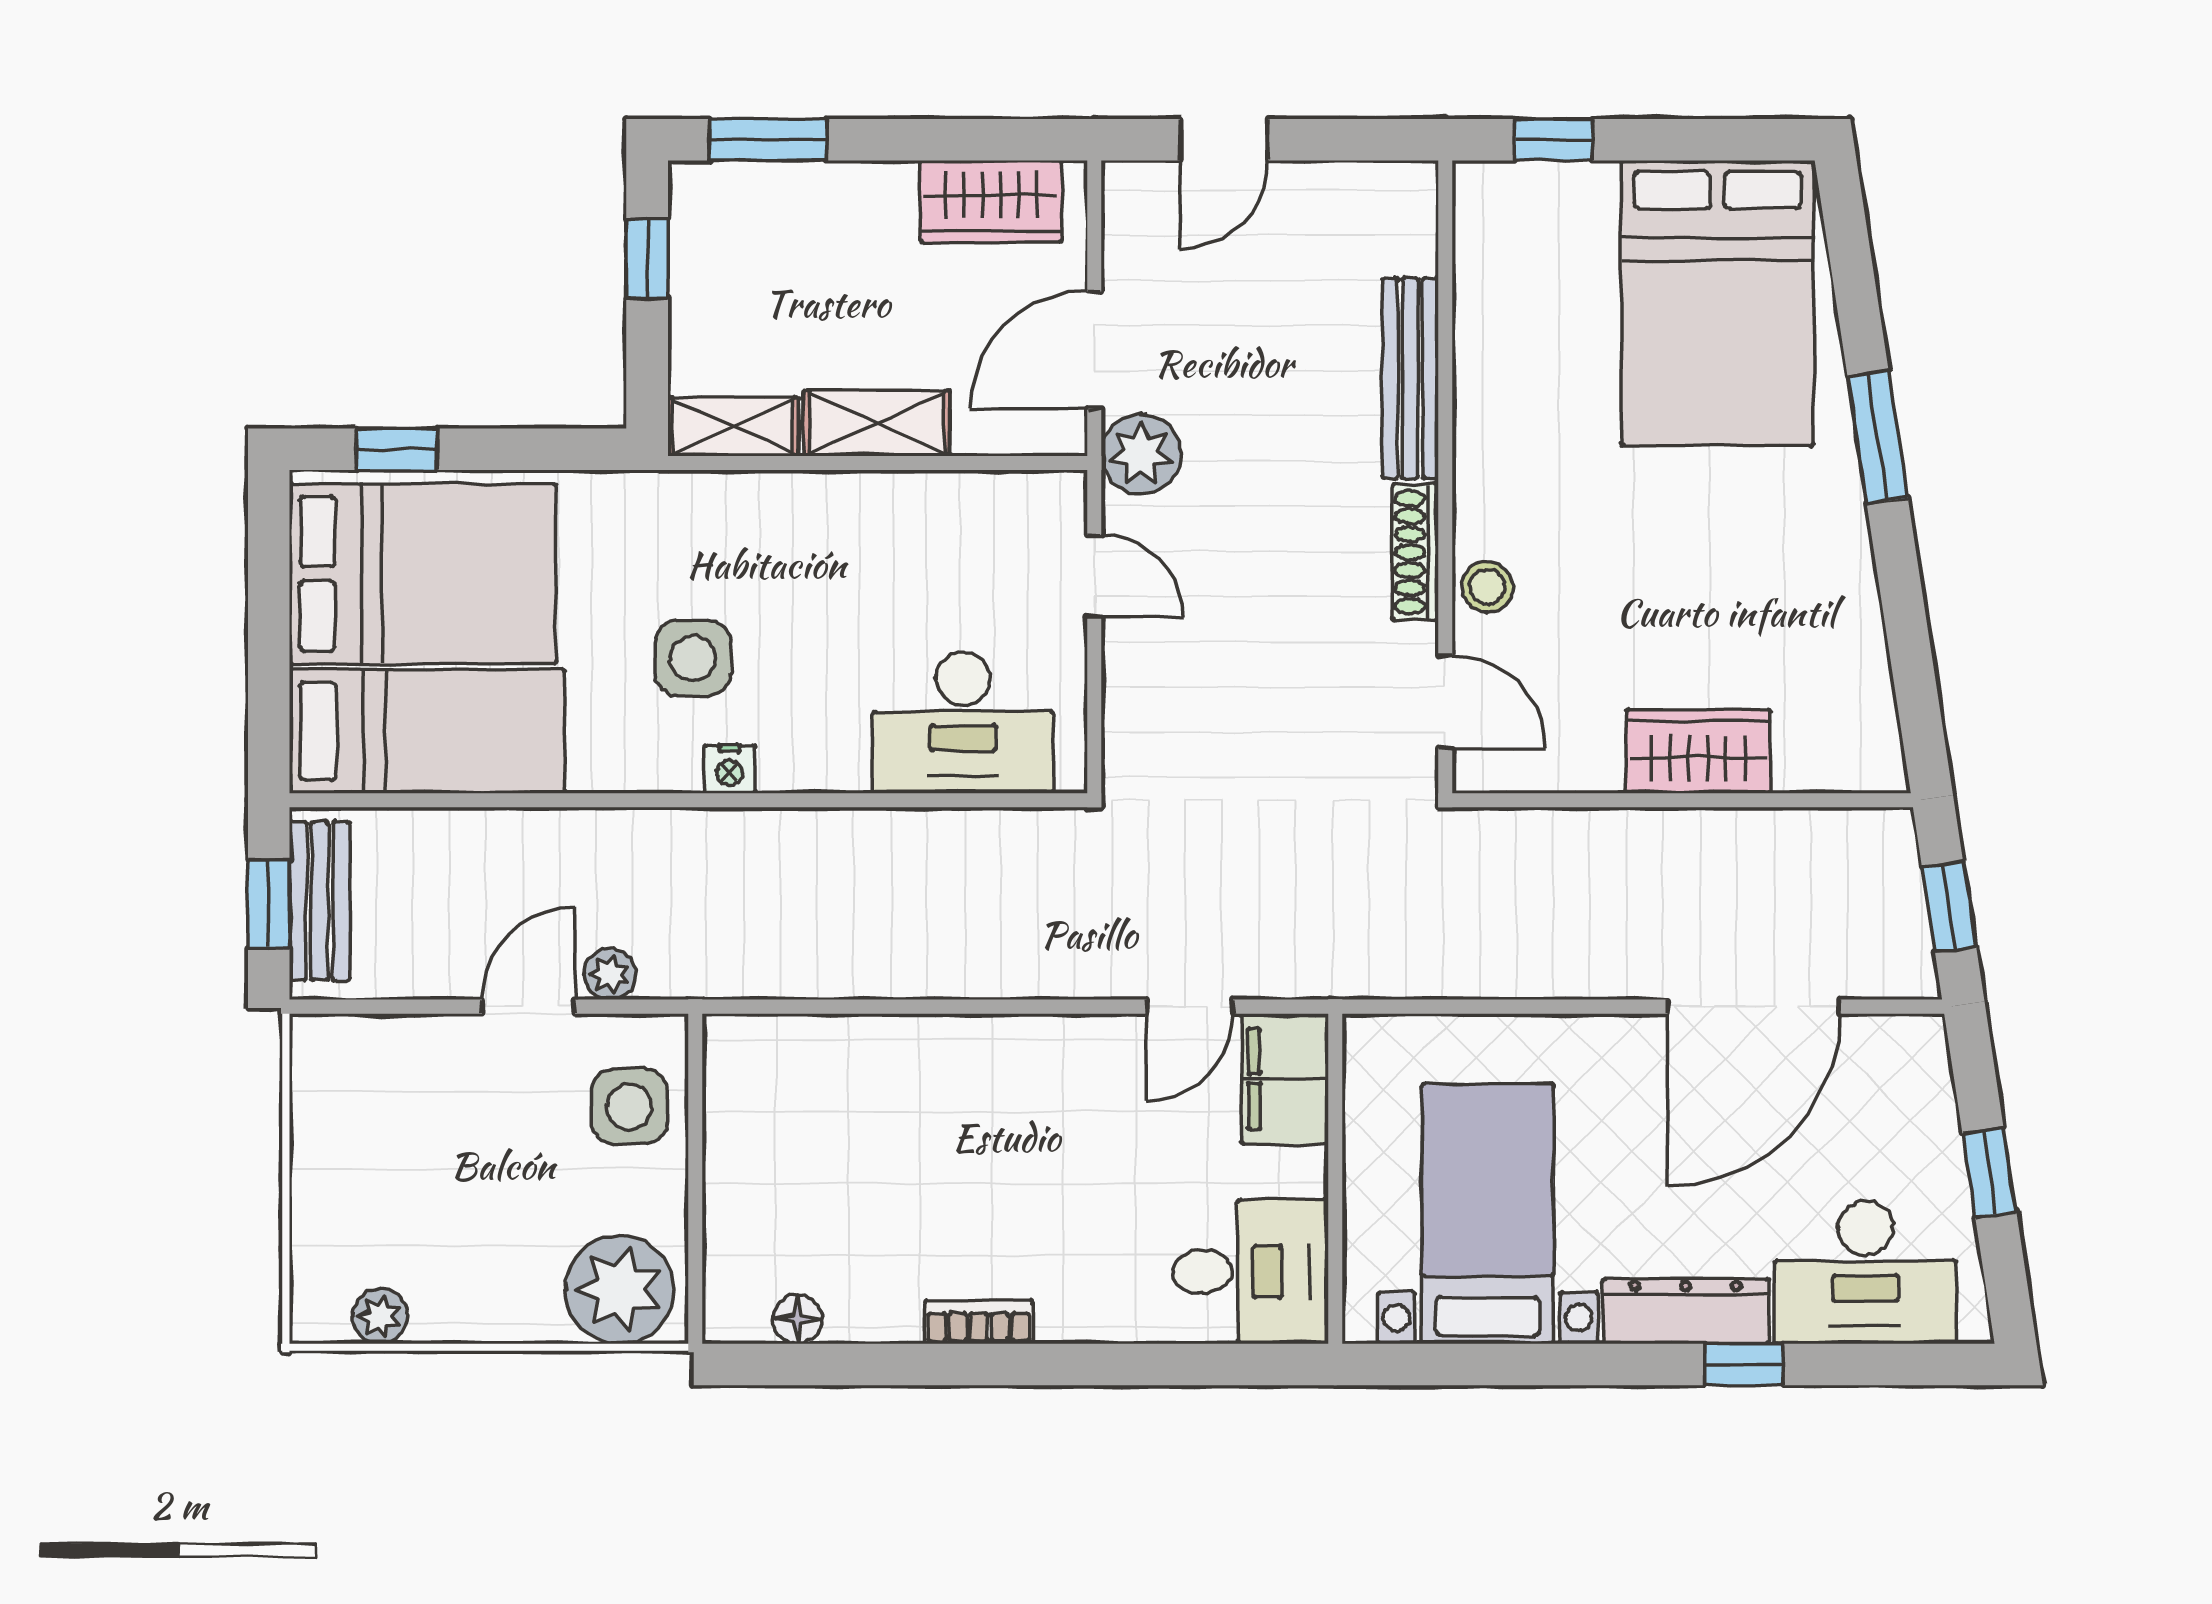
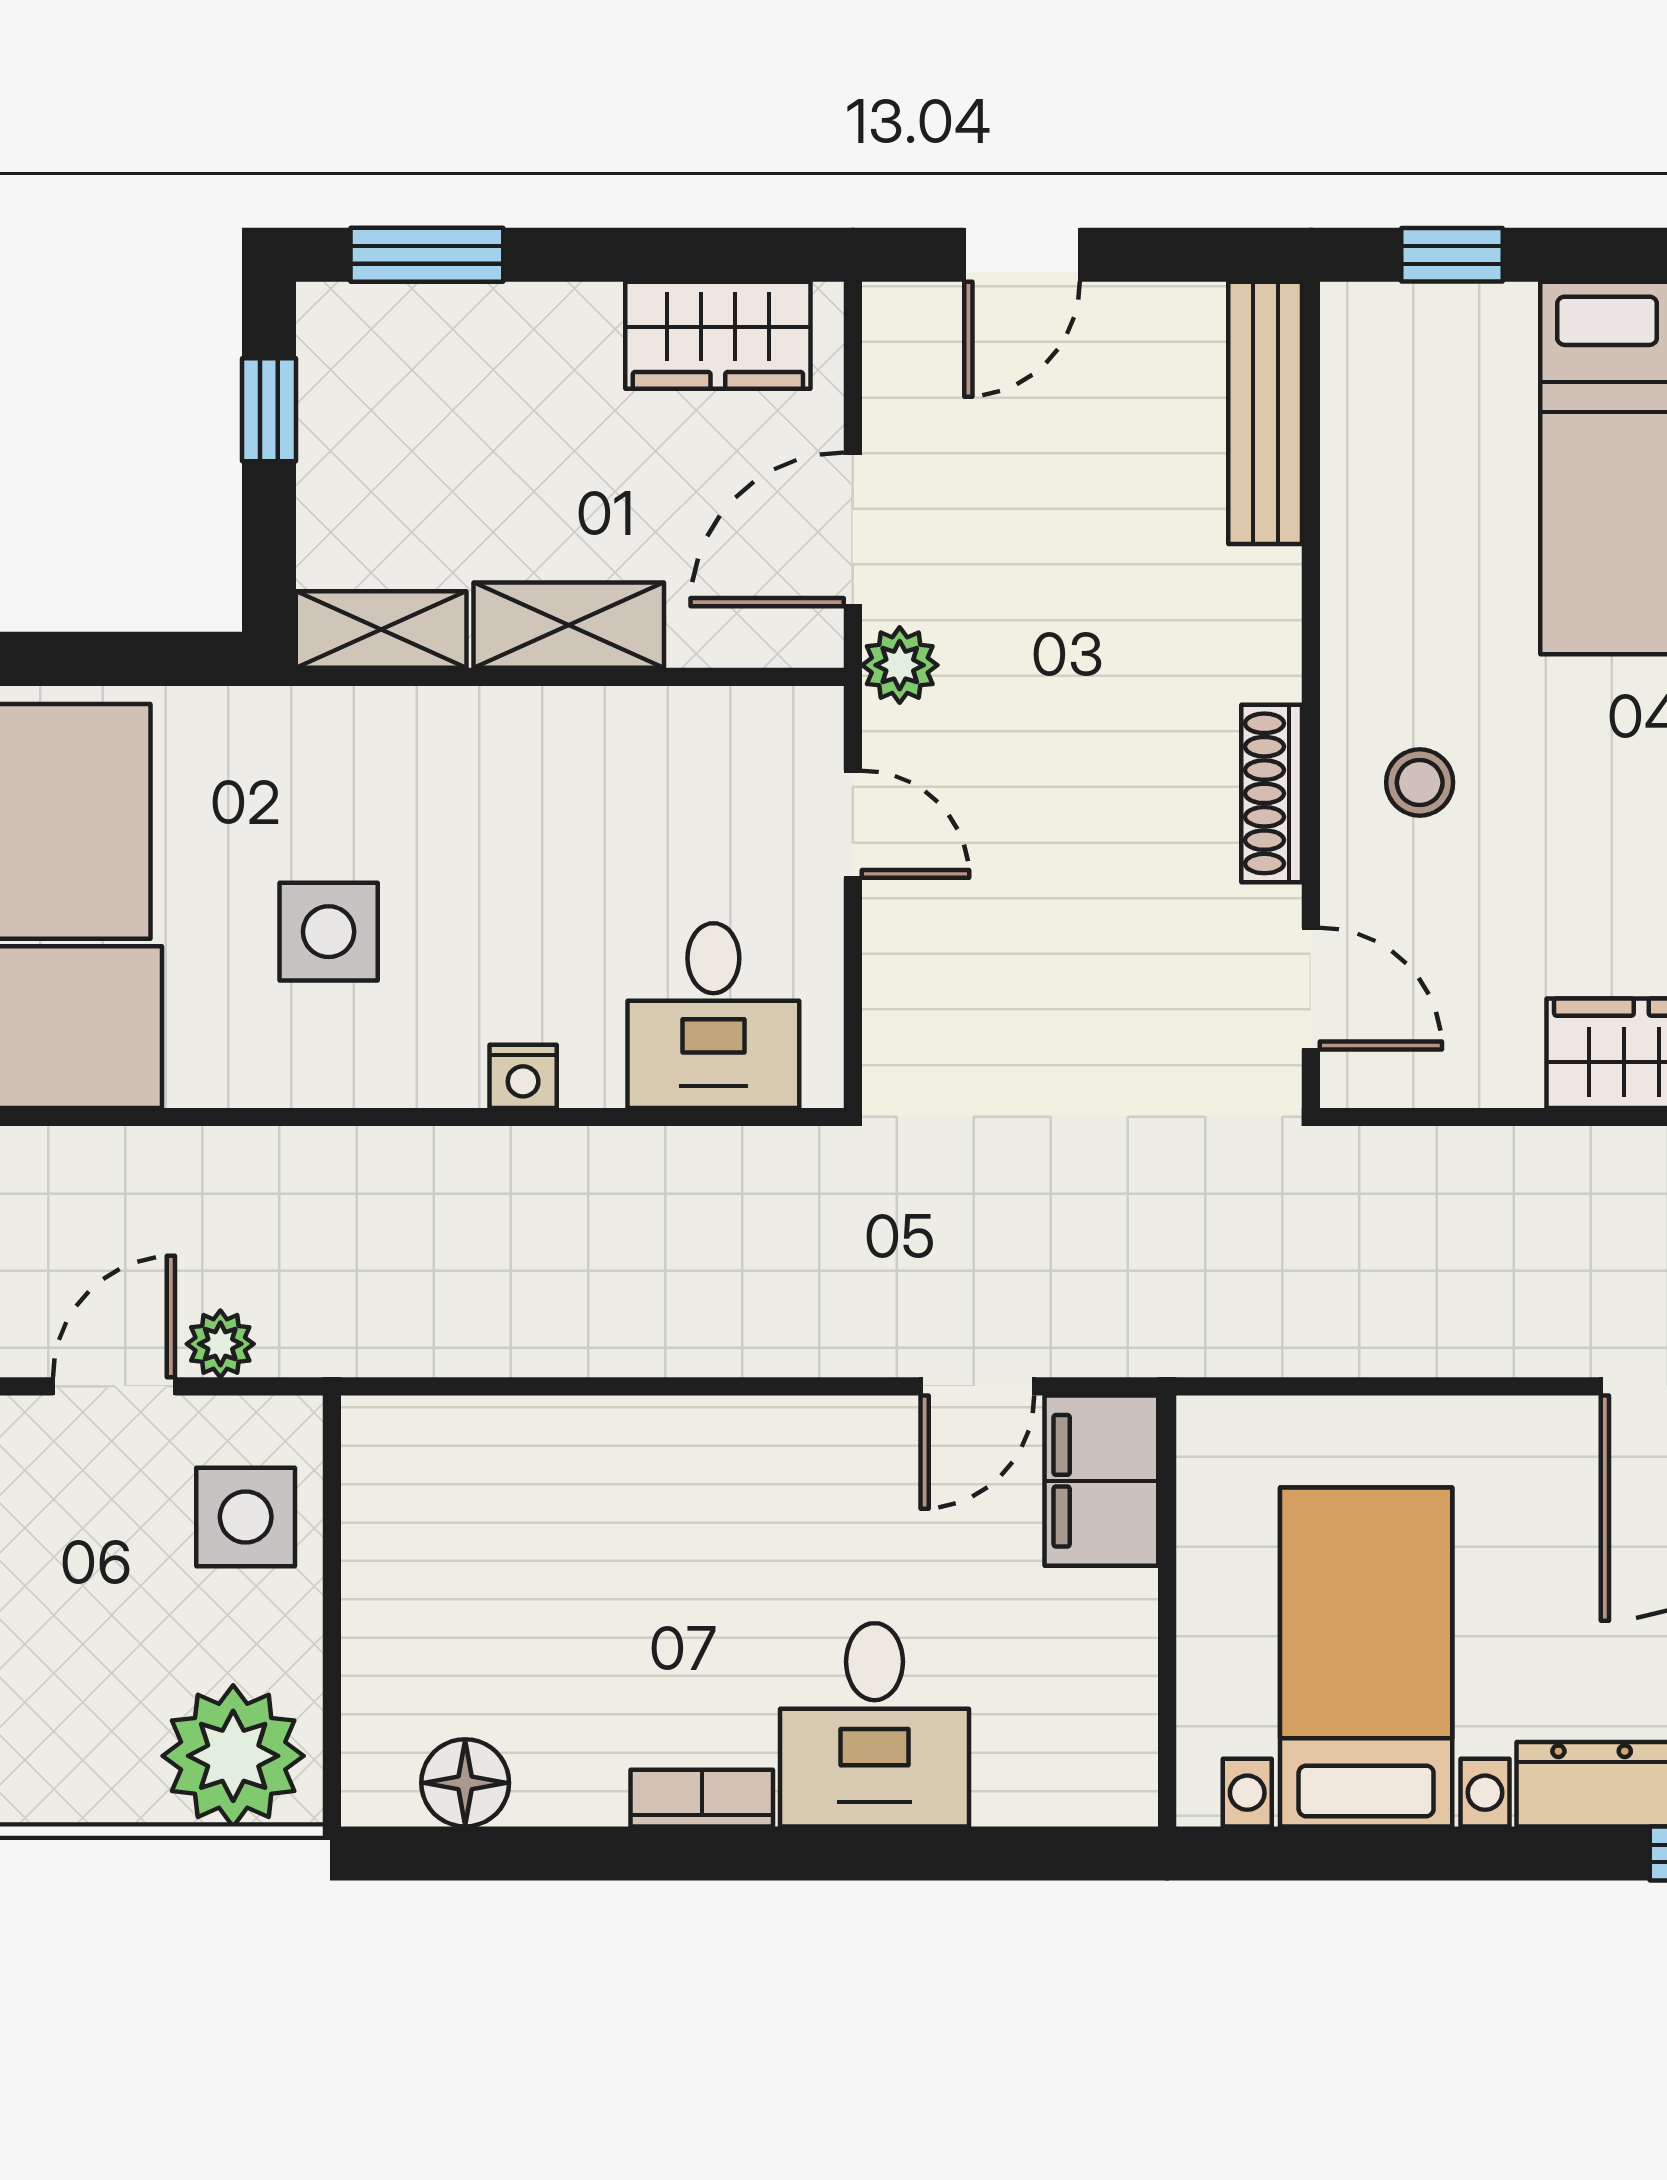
bench: (1410, 378) -> (1265, 413), moved
plant: (1141, 454) -> (900, 665), width x0.73, depth x0.73
stool: (1487, 587) -> (1420, 783), moved
desk: (963, 722) -> (713, 1016), width x0.73
nightstand: (730, 769) -> (523, 1076), moved
desk: (1250, 1271) -> (874, 1725), moved, turned 90
floor lamp: (797, 1319) -> (465, 1783), width x1.37, depth x1.37

